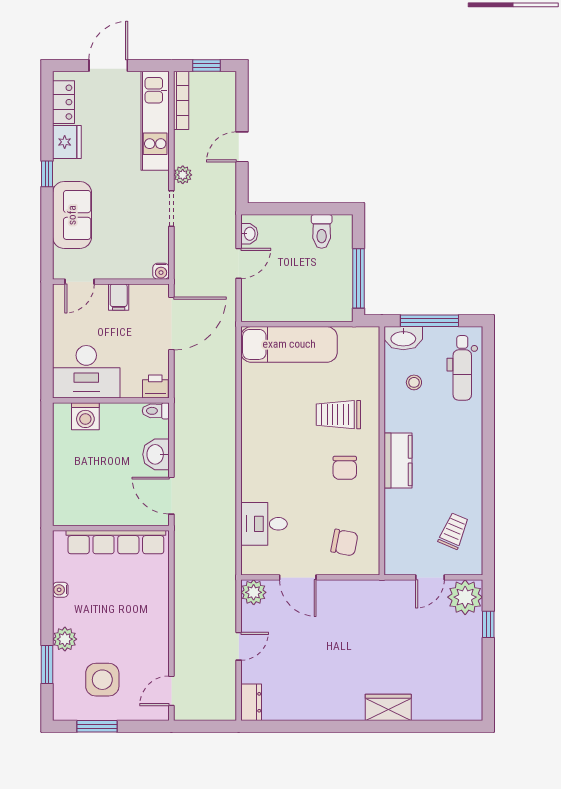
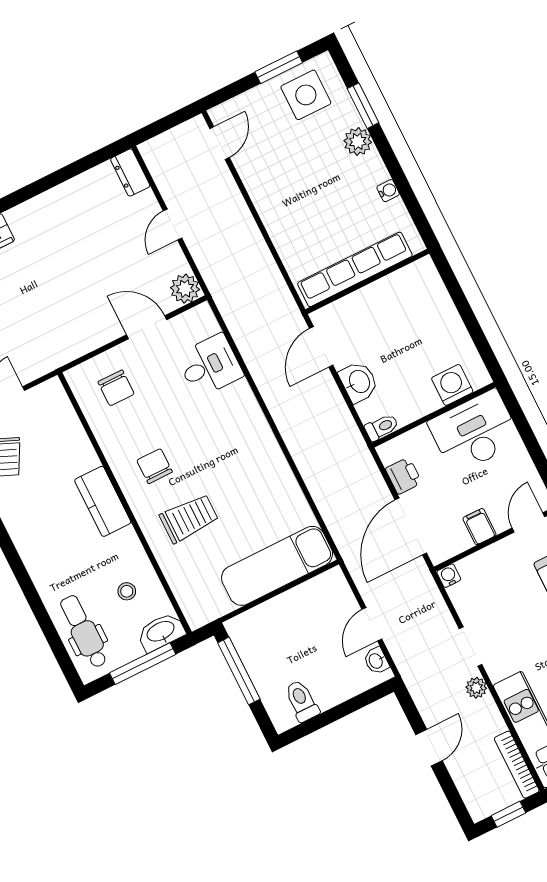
printer: (155, 386) -> (404, 476), moved, turned -90
door: (171, 496) -> (321, 347), swing flipped
chair: (344, 543) -> (116, 388), turned -101
side table: (102, 680) -> (306, 95), moved

